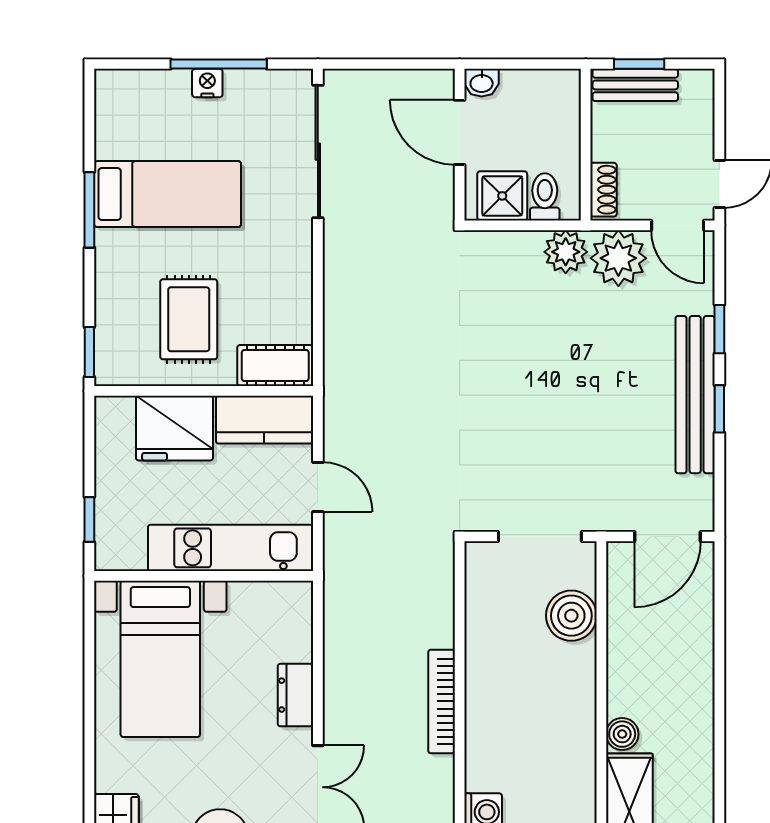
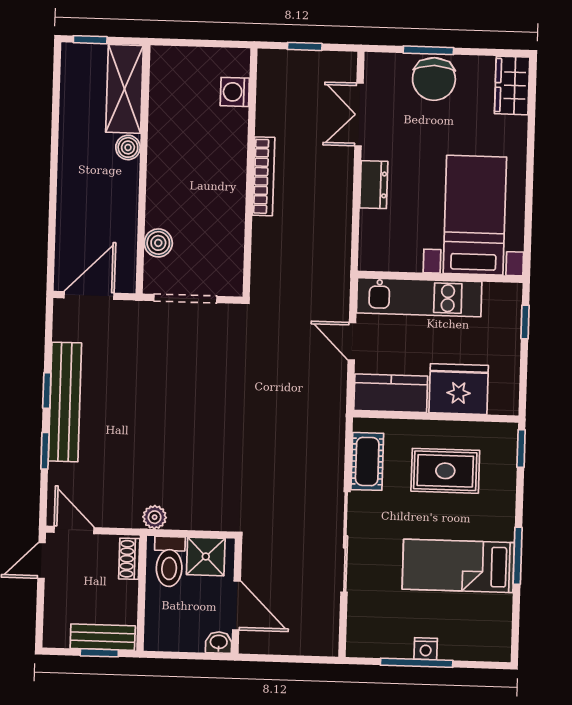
sliding door: (318, 152) -> (346, 542), moved
toilet: (545, 197) -> (169, 562), width x1.37, depth x1.39
plant: (566, 252) -> (155, 517), width x0.73, depth x0.73
plant: (618, 258) -> (120, 507), removed
rug: (189, 319) -> (445, 471), turned 90
cot: (275, 365) -> (367, 461), moved, turned 90
boiler: (571, 616) -> (158, 243), width x0.73, depth x0.73

